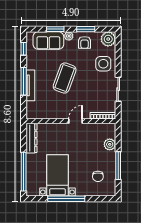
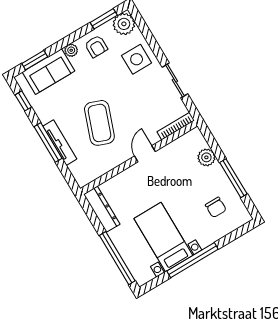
window: (55, 29) -> (35, 60), moved
window: (86, 29) -> (104, 19), moved
coffee table: (65, 78) -> (99, 123), moved

